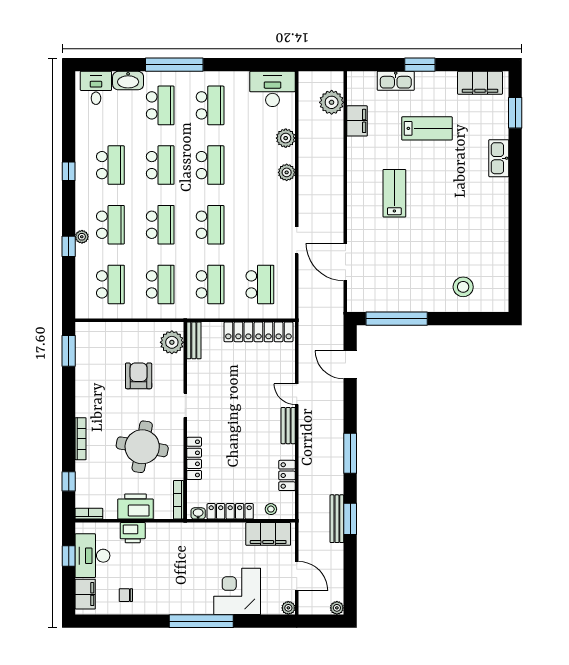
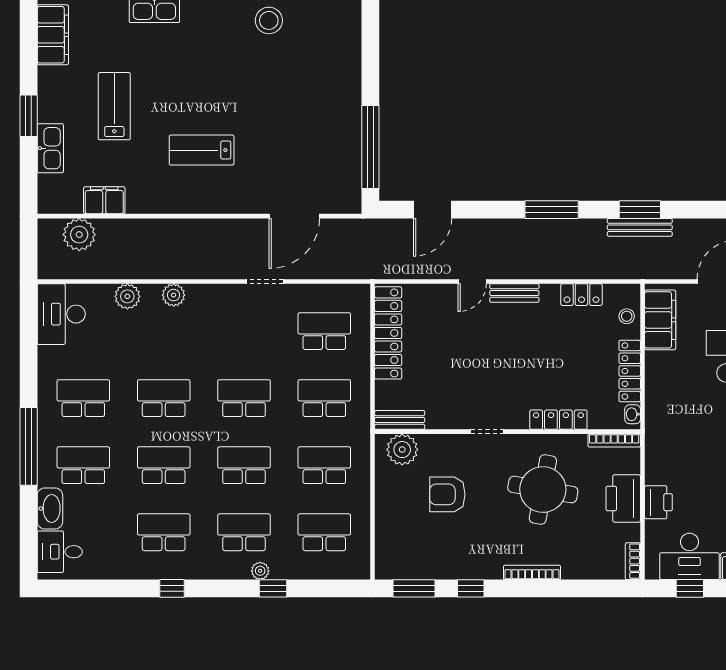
stool: (463, 287) -> (269, 20), moved
window: (69, 481) -> (471, 588), moved

